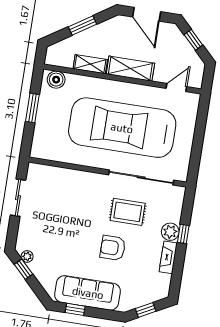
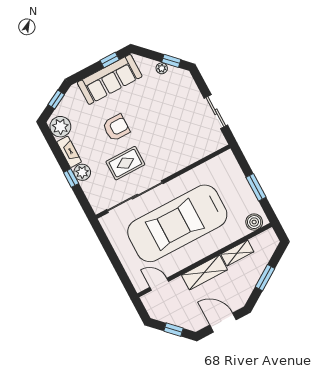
door: (176, 87) -> (159, 284), swing flipped
car: (122, 128) -> (177, 223), turned 180
plant: (27, 256) -> (162, 68), moved
plant: (160, 284) -> (60, 127), added

